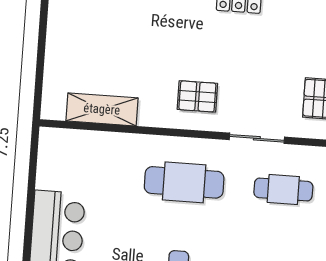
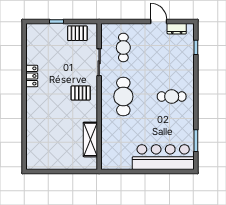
pallet: (197, 96) -> (81, 93), turned 90

